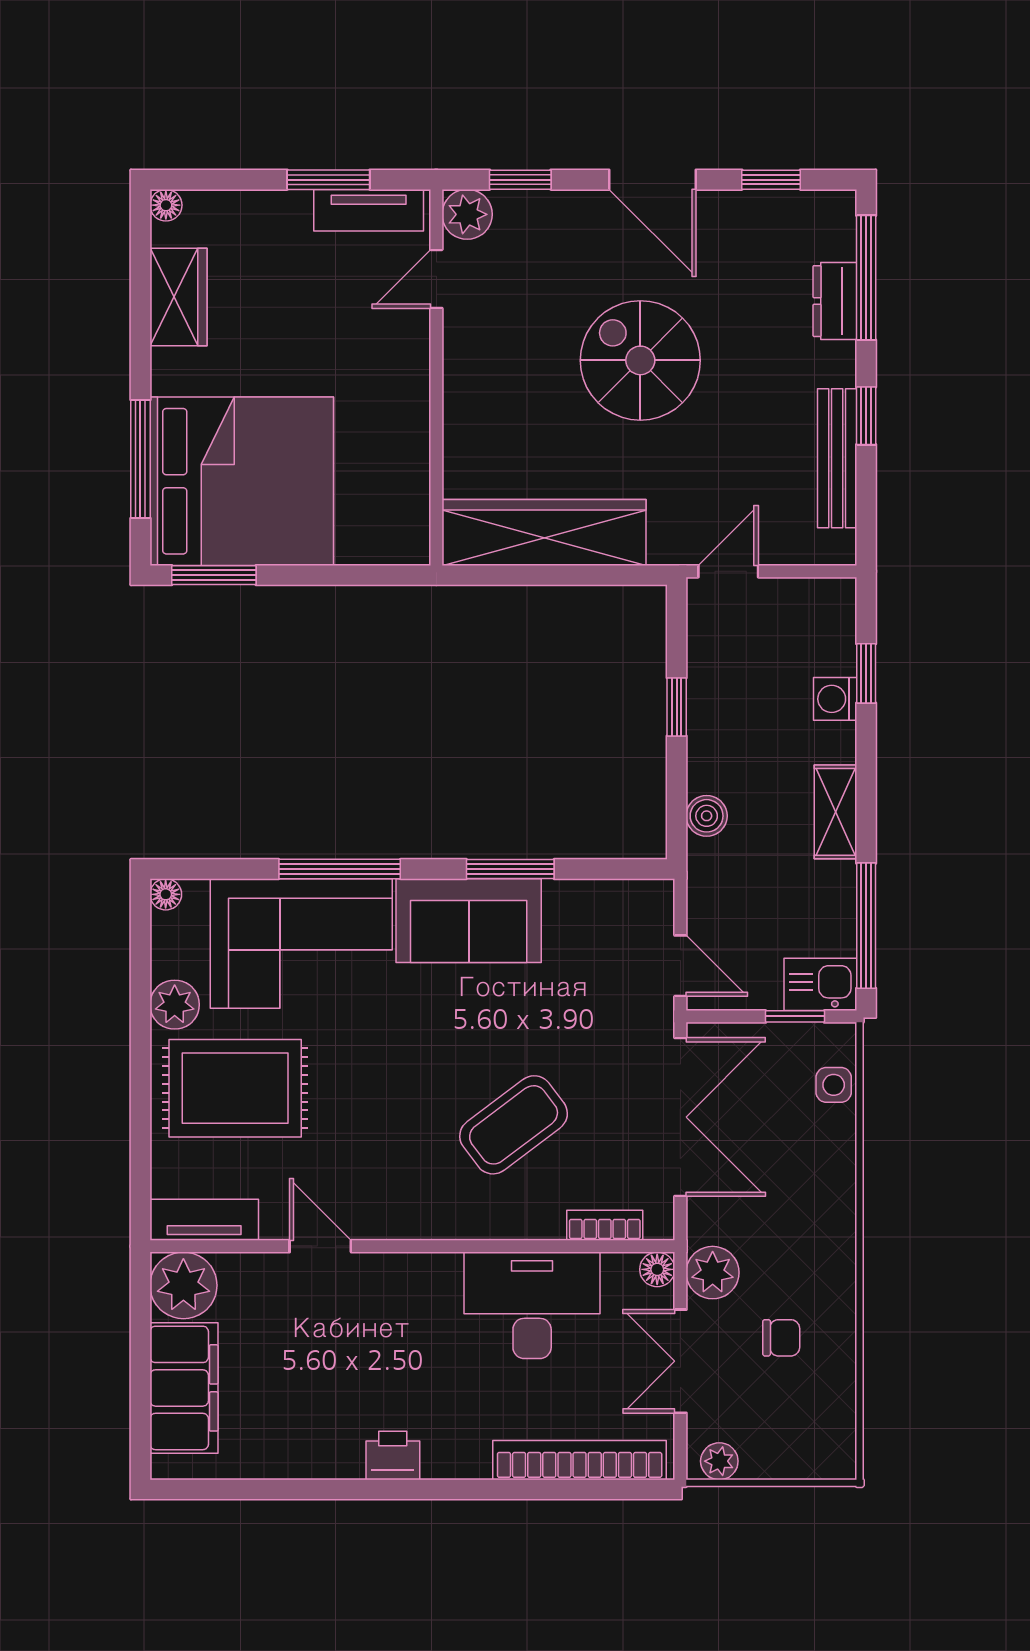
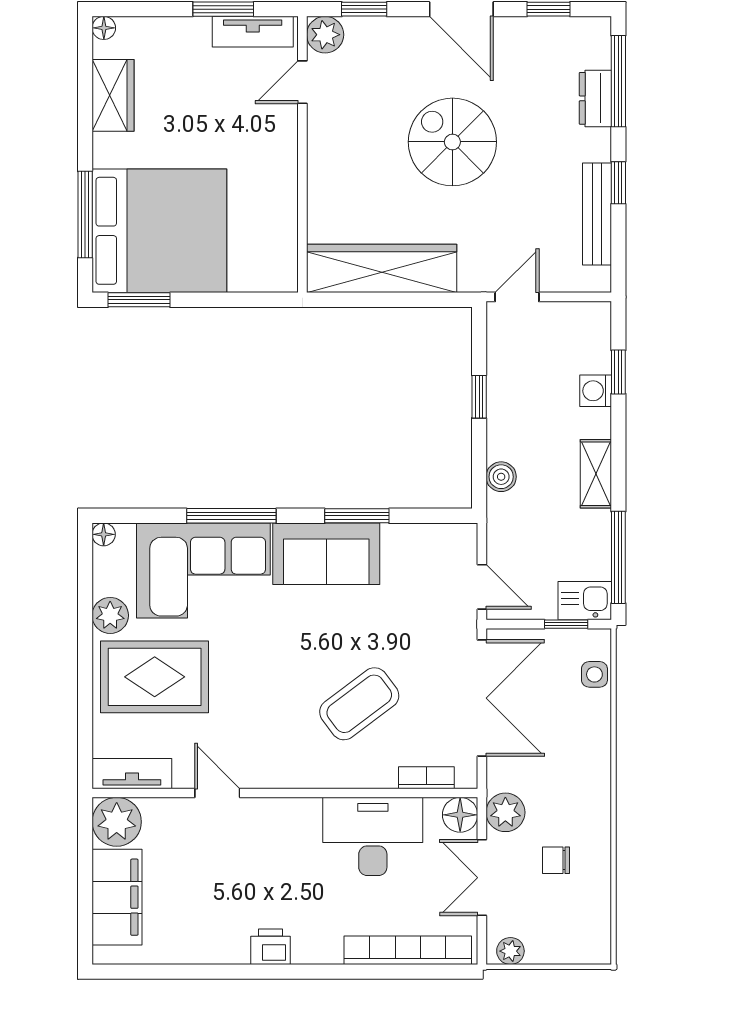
floor lamp: (657, 1269) -> (460, 815), width x1.37, depth x1.37
chair: (781, 1338) -> (556, 860), turned 180

